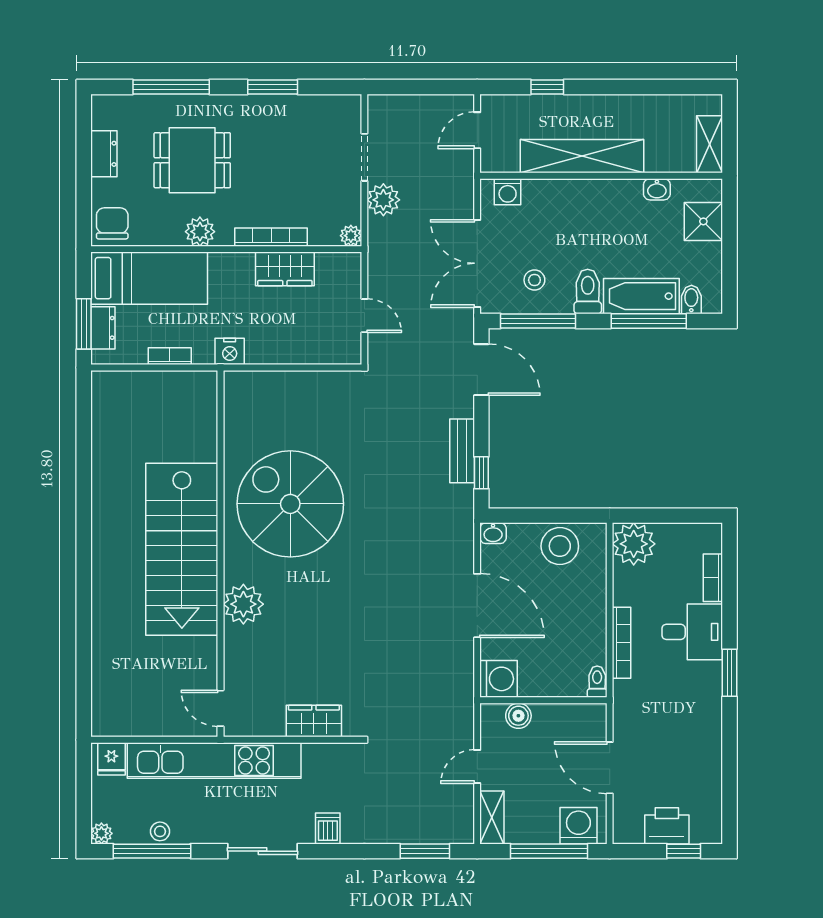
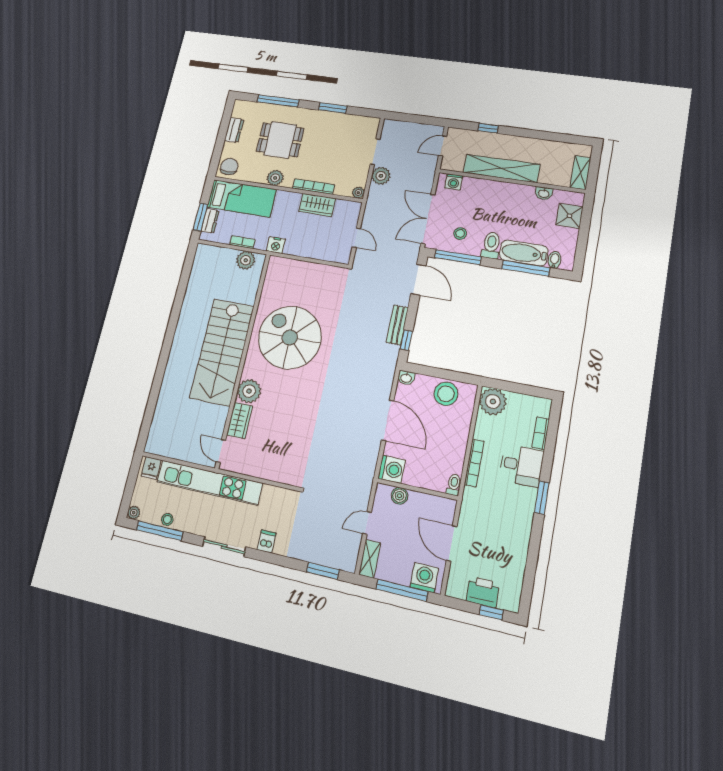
plant: (184, 387) -> (246, 260), added
wardrobe: (314, 721) -> (240, 420), moved, turned 90

